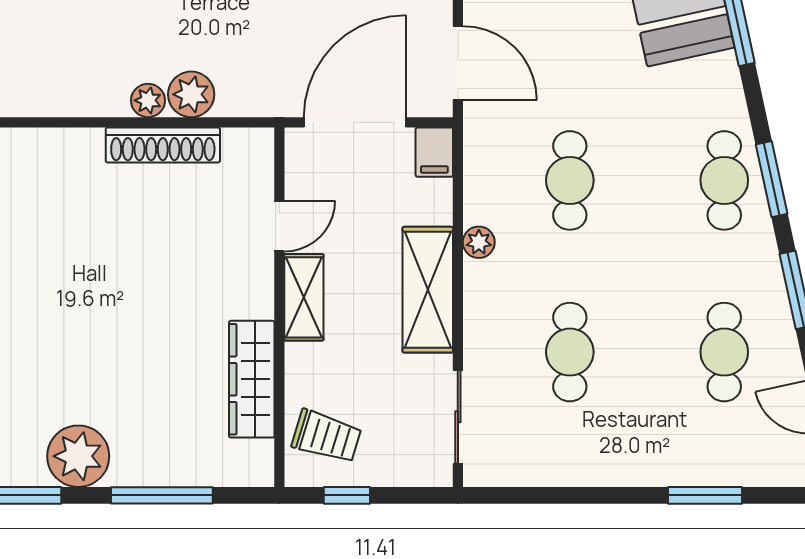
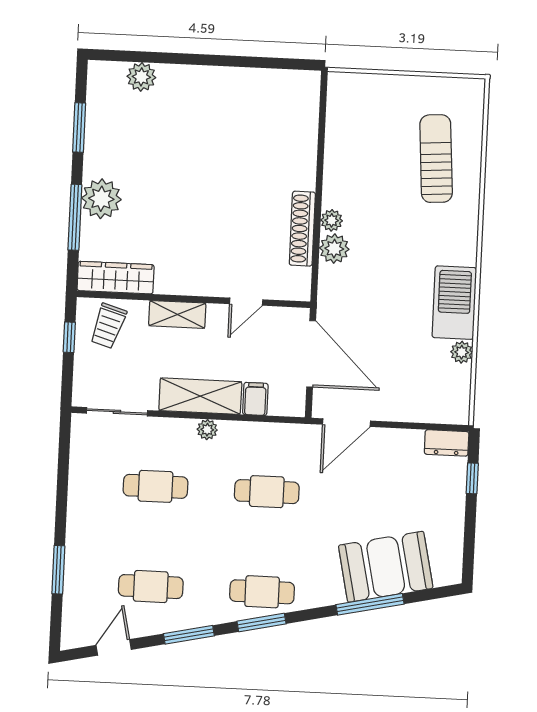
filing cabinet: (434, 152) -> (255, 399), moved, turned 90
door: (279, 226) -> (246, 302), hinge flipped
plant: (479, 242) -> (207, 430), moved
shelving: (304, 297) -> (177, 314), moved
wardrobe: (252, 379) -> (116, 278), moved
plant: (78, 456) -> (101, 199), moved

